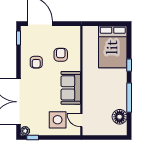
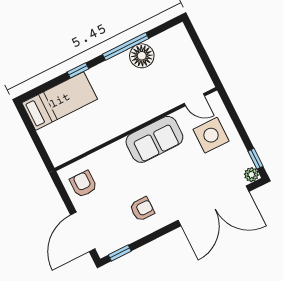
bed: (113, 47) -> (60, 101), width x0.67
armchair: (61, 55) -> (83, 184), moved, turned 90
floor lamp: (120, 117) -> (142, 56), moved
door: (81, 120) -> (194, 100), hinge flipped

